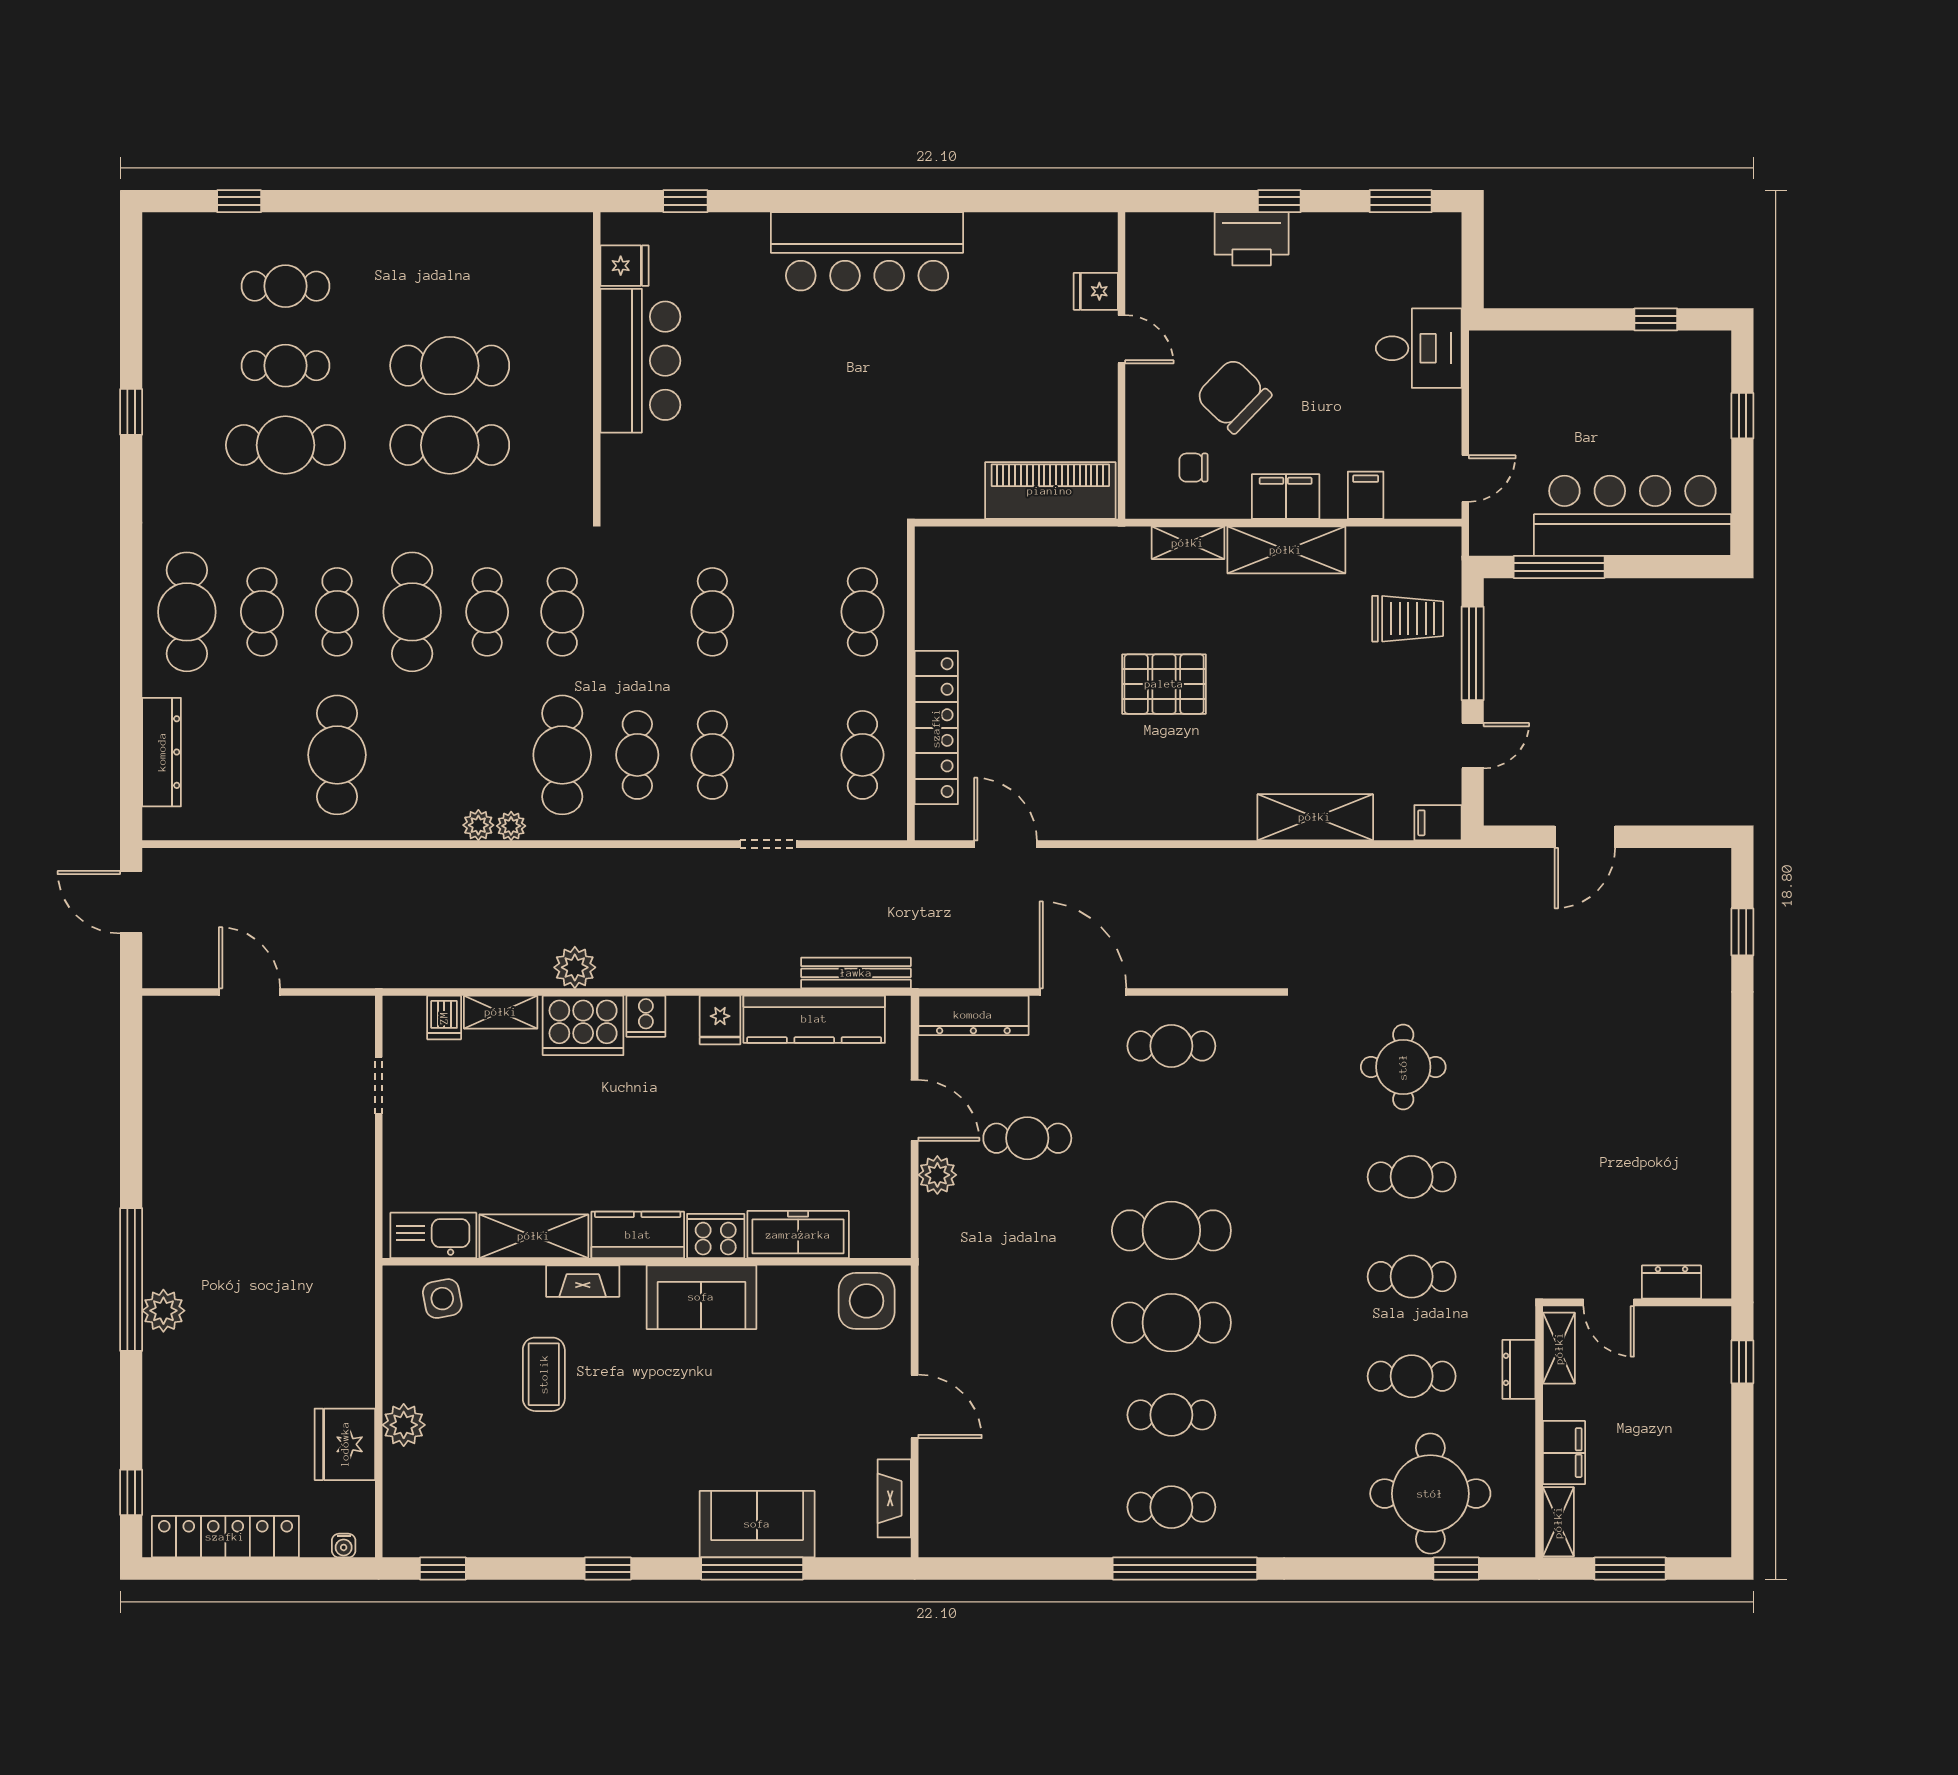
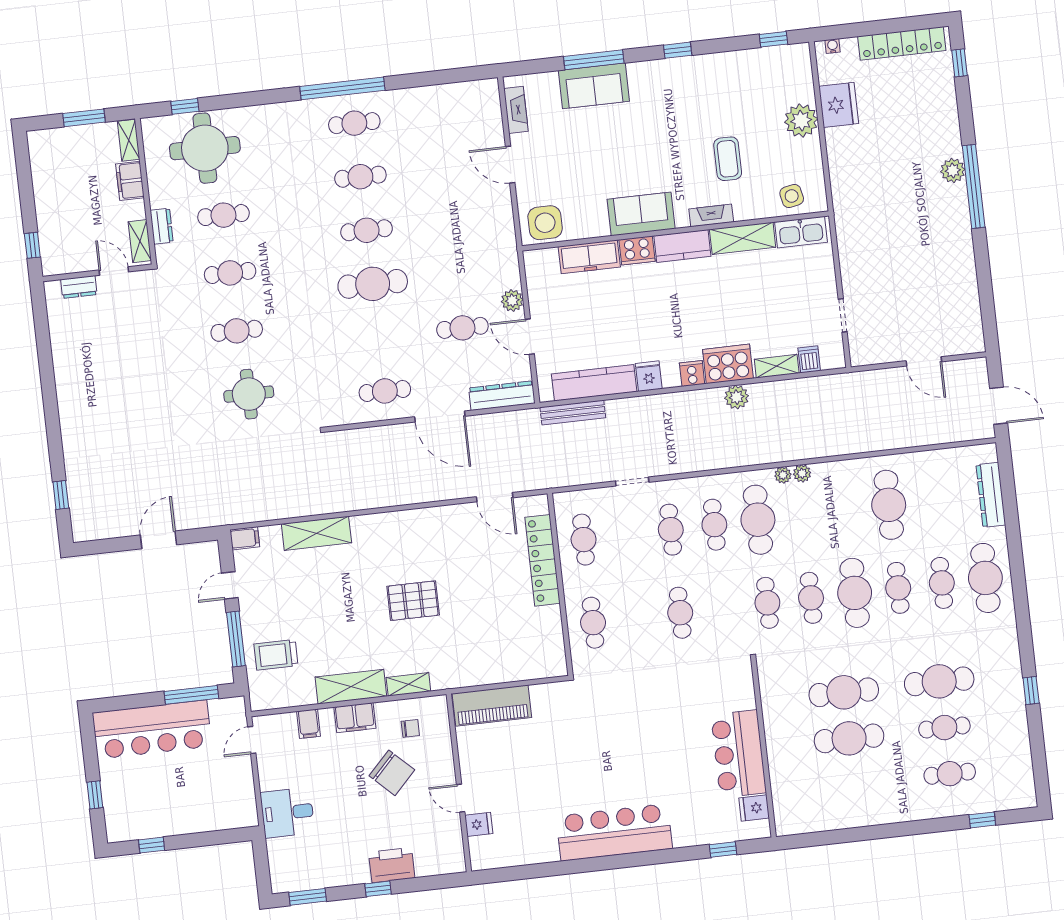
cafe table: (1171, 1323) -> (367, 230), width x0.73, depth x0.74
plant: (404, 1425) -> (801, 121), width x1.36, depth x1.36

